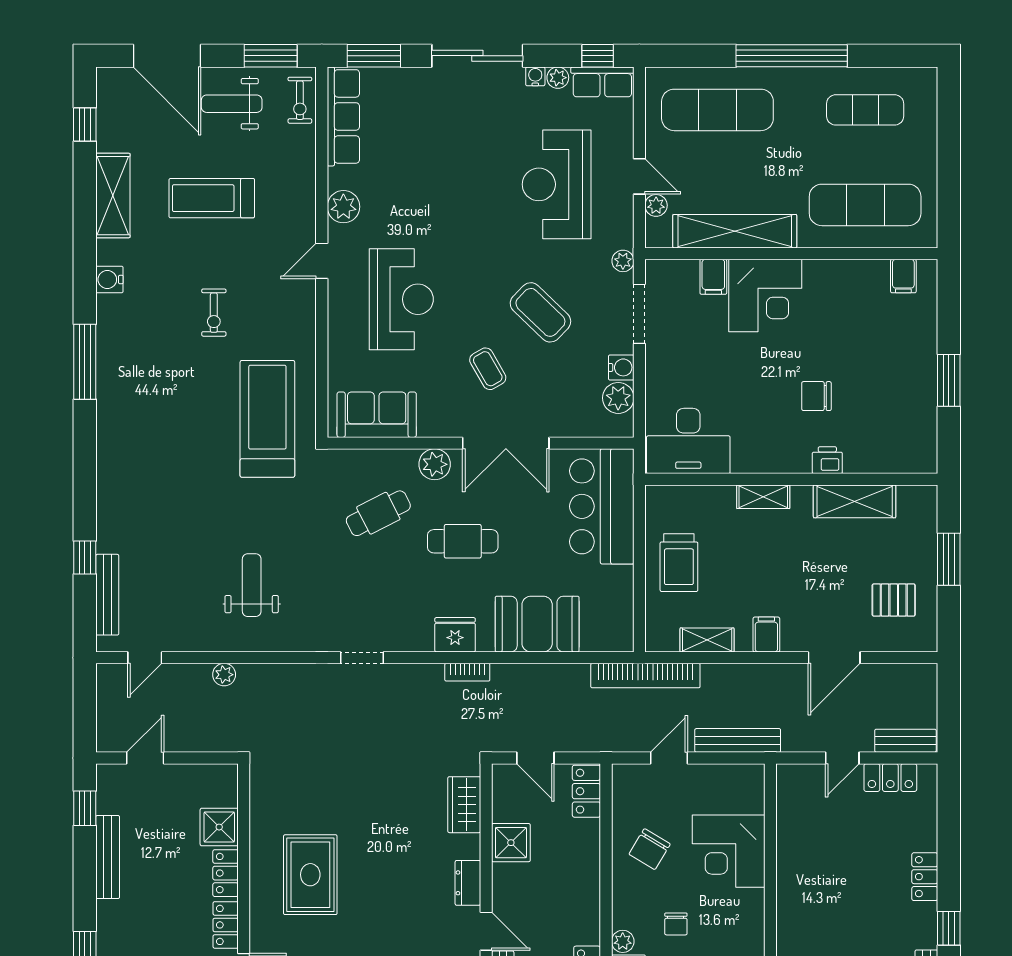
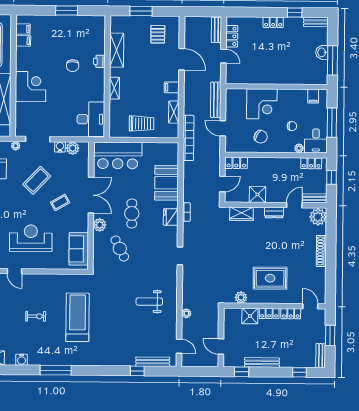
filing cabinet: (713, 277) -> (23, 41), moved
treadmill: (267, 419) -> (78, 317), moved, turned 90
plant: (264, 805) -> (241, 297), added

